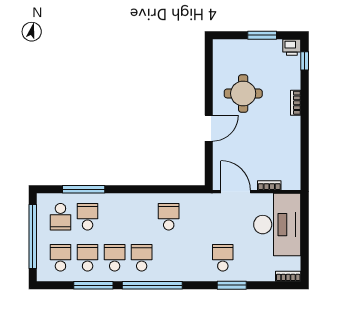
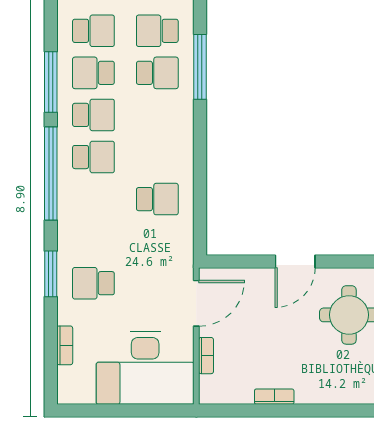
bookcase: (296, 103) -> (274, 397), moved
door: (209, 128) -> (295, 261), hinge flipped
school desk: (88, 258) -> (93, 73), turned 180
school desk: (223, 258) -> (93, 283), turned 180
bookcase: (288, 276) -> (65, 345), moved
window: (232, 285) -> (51, 274), moved

